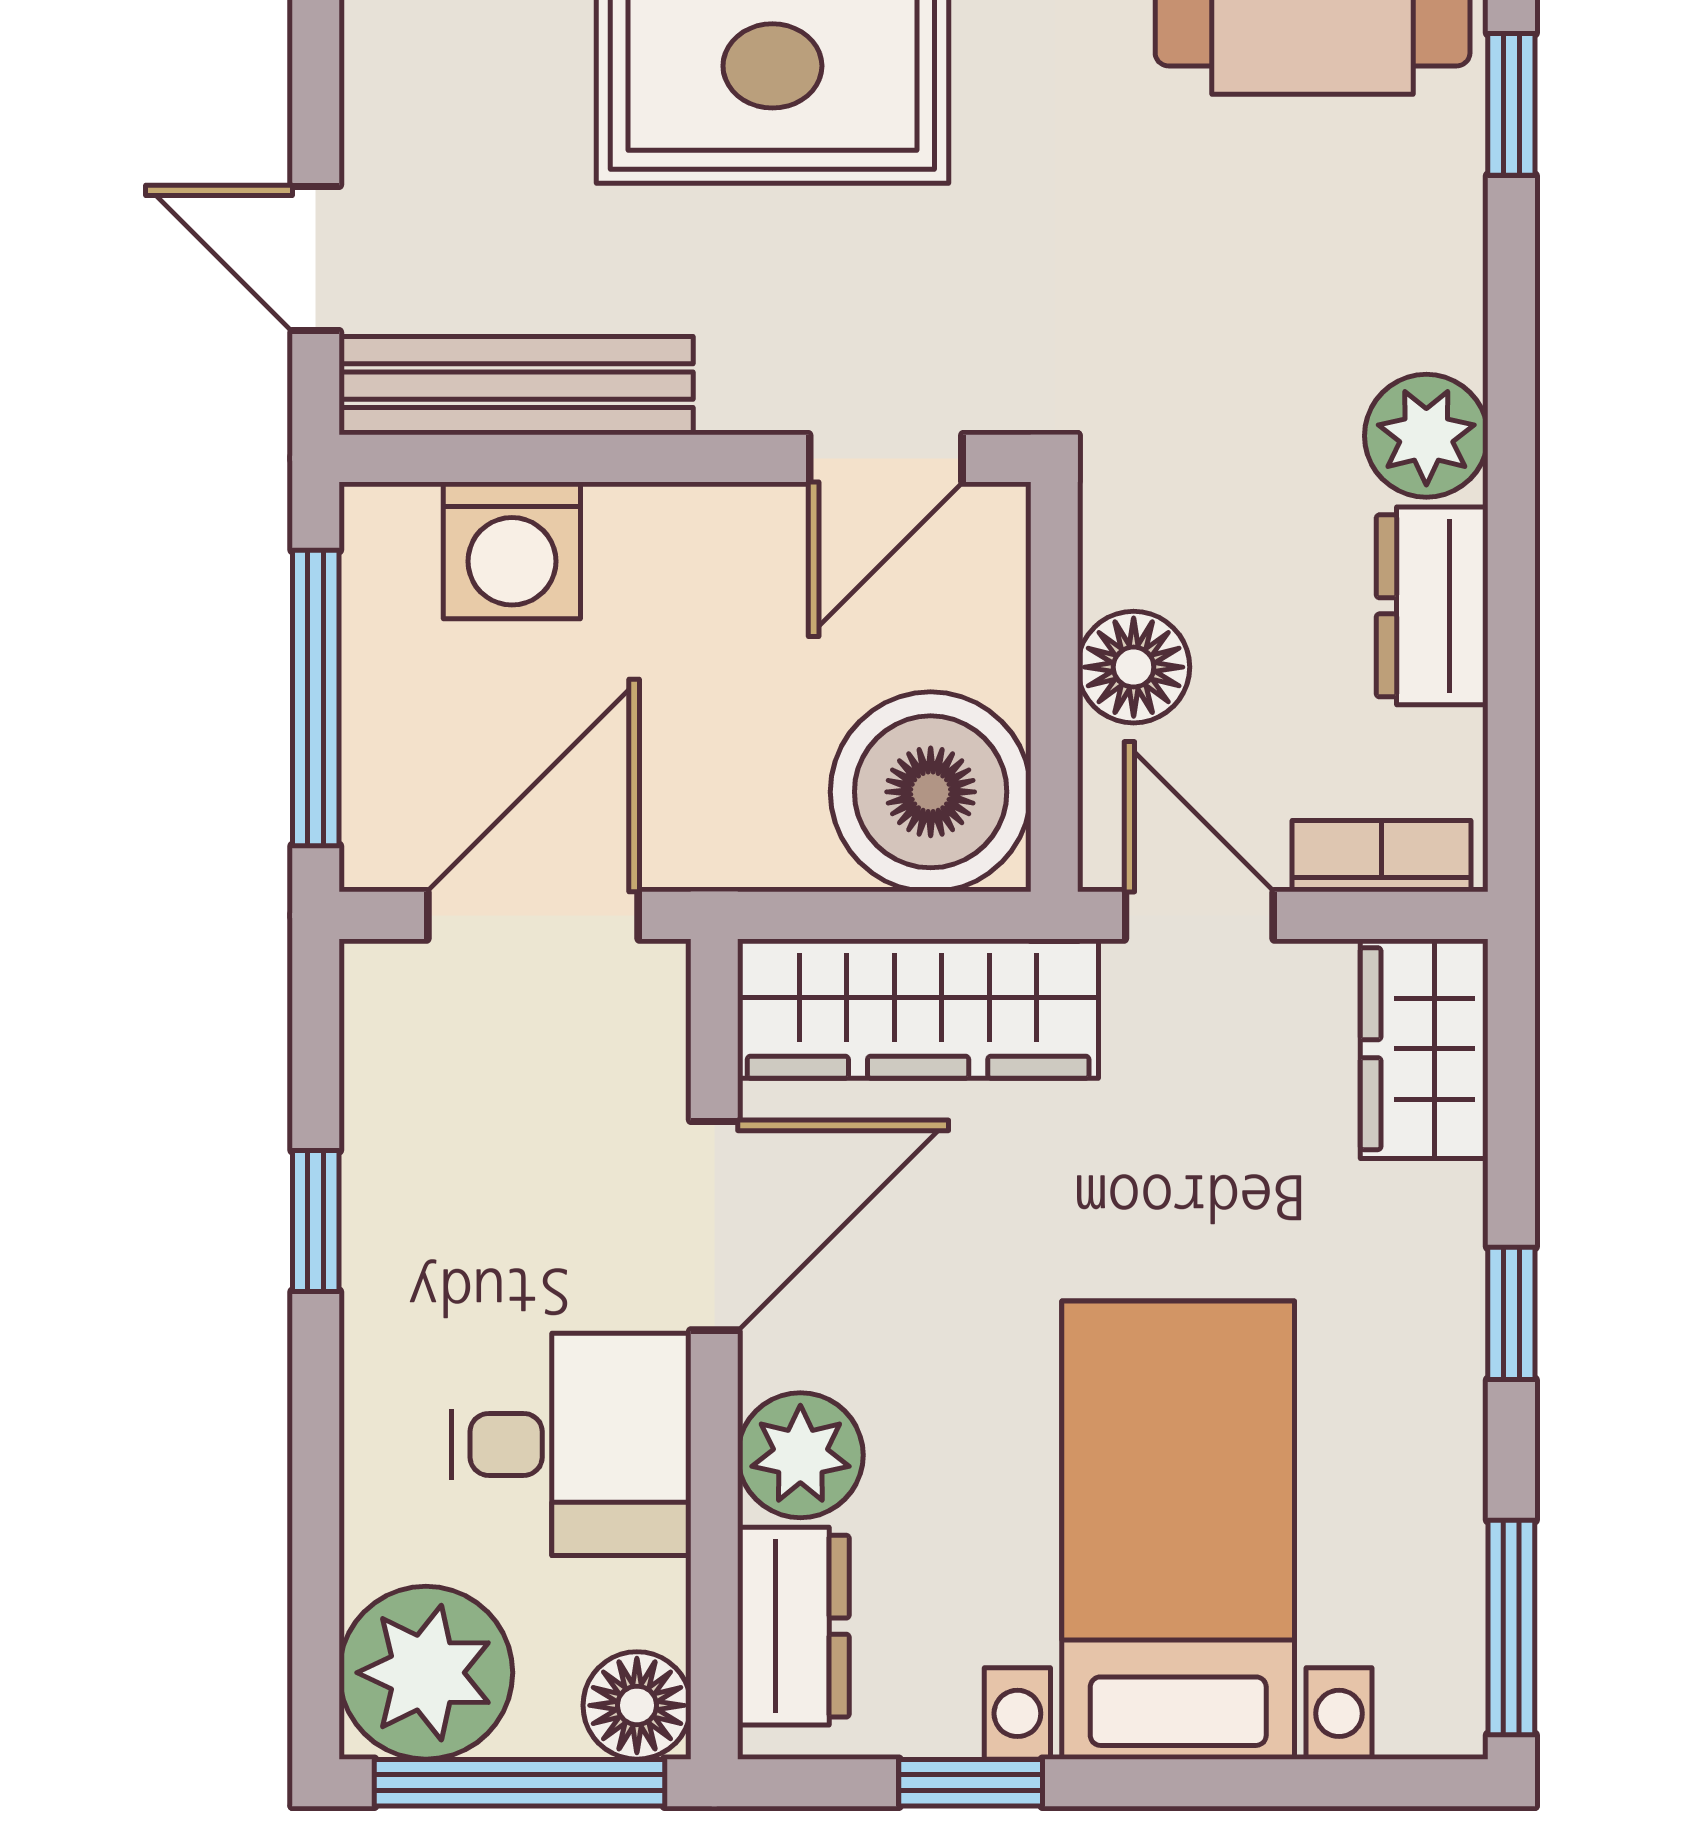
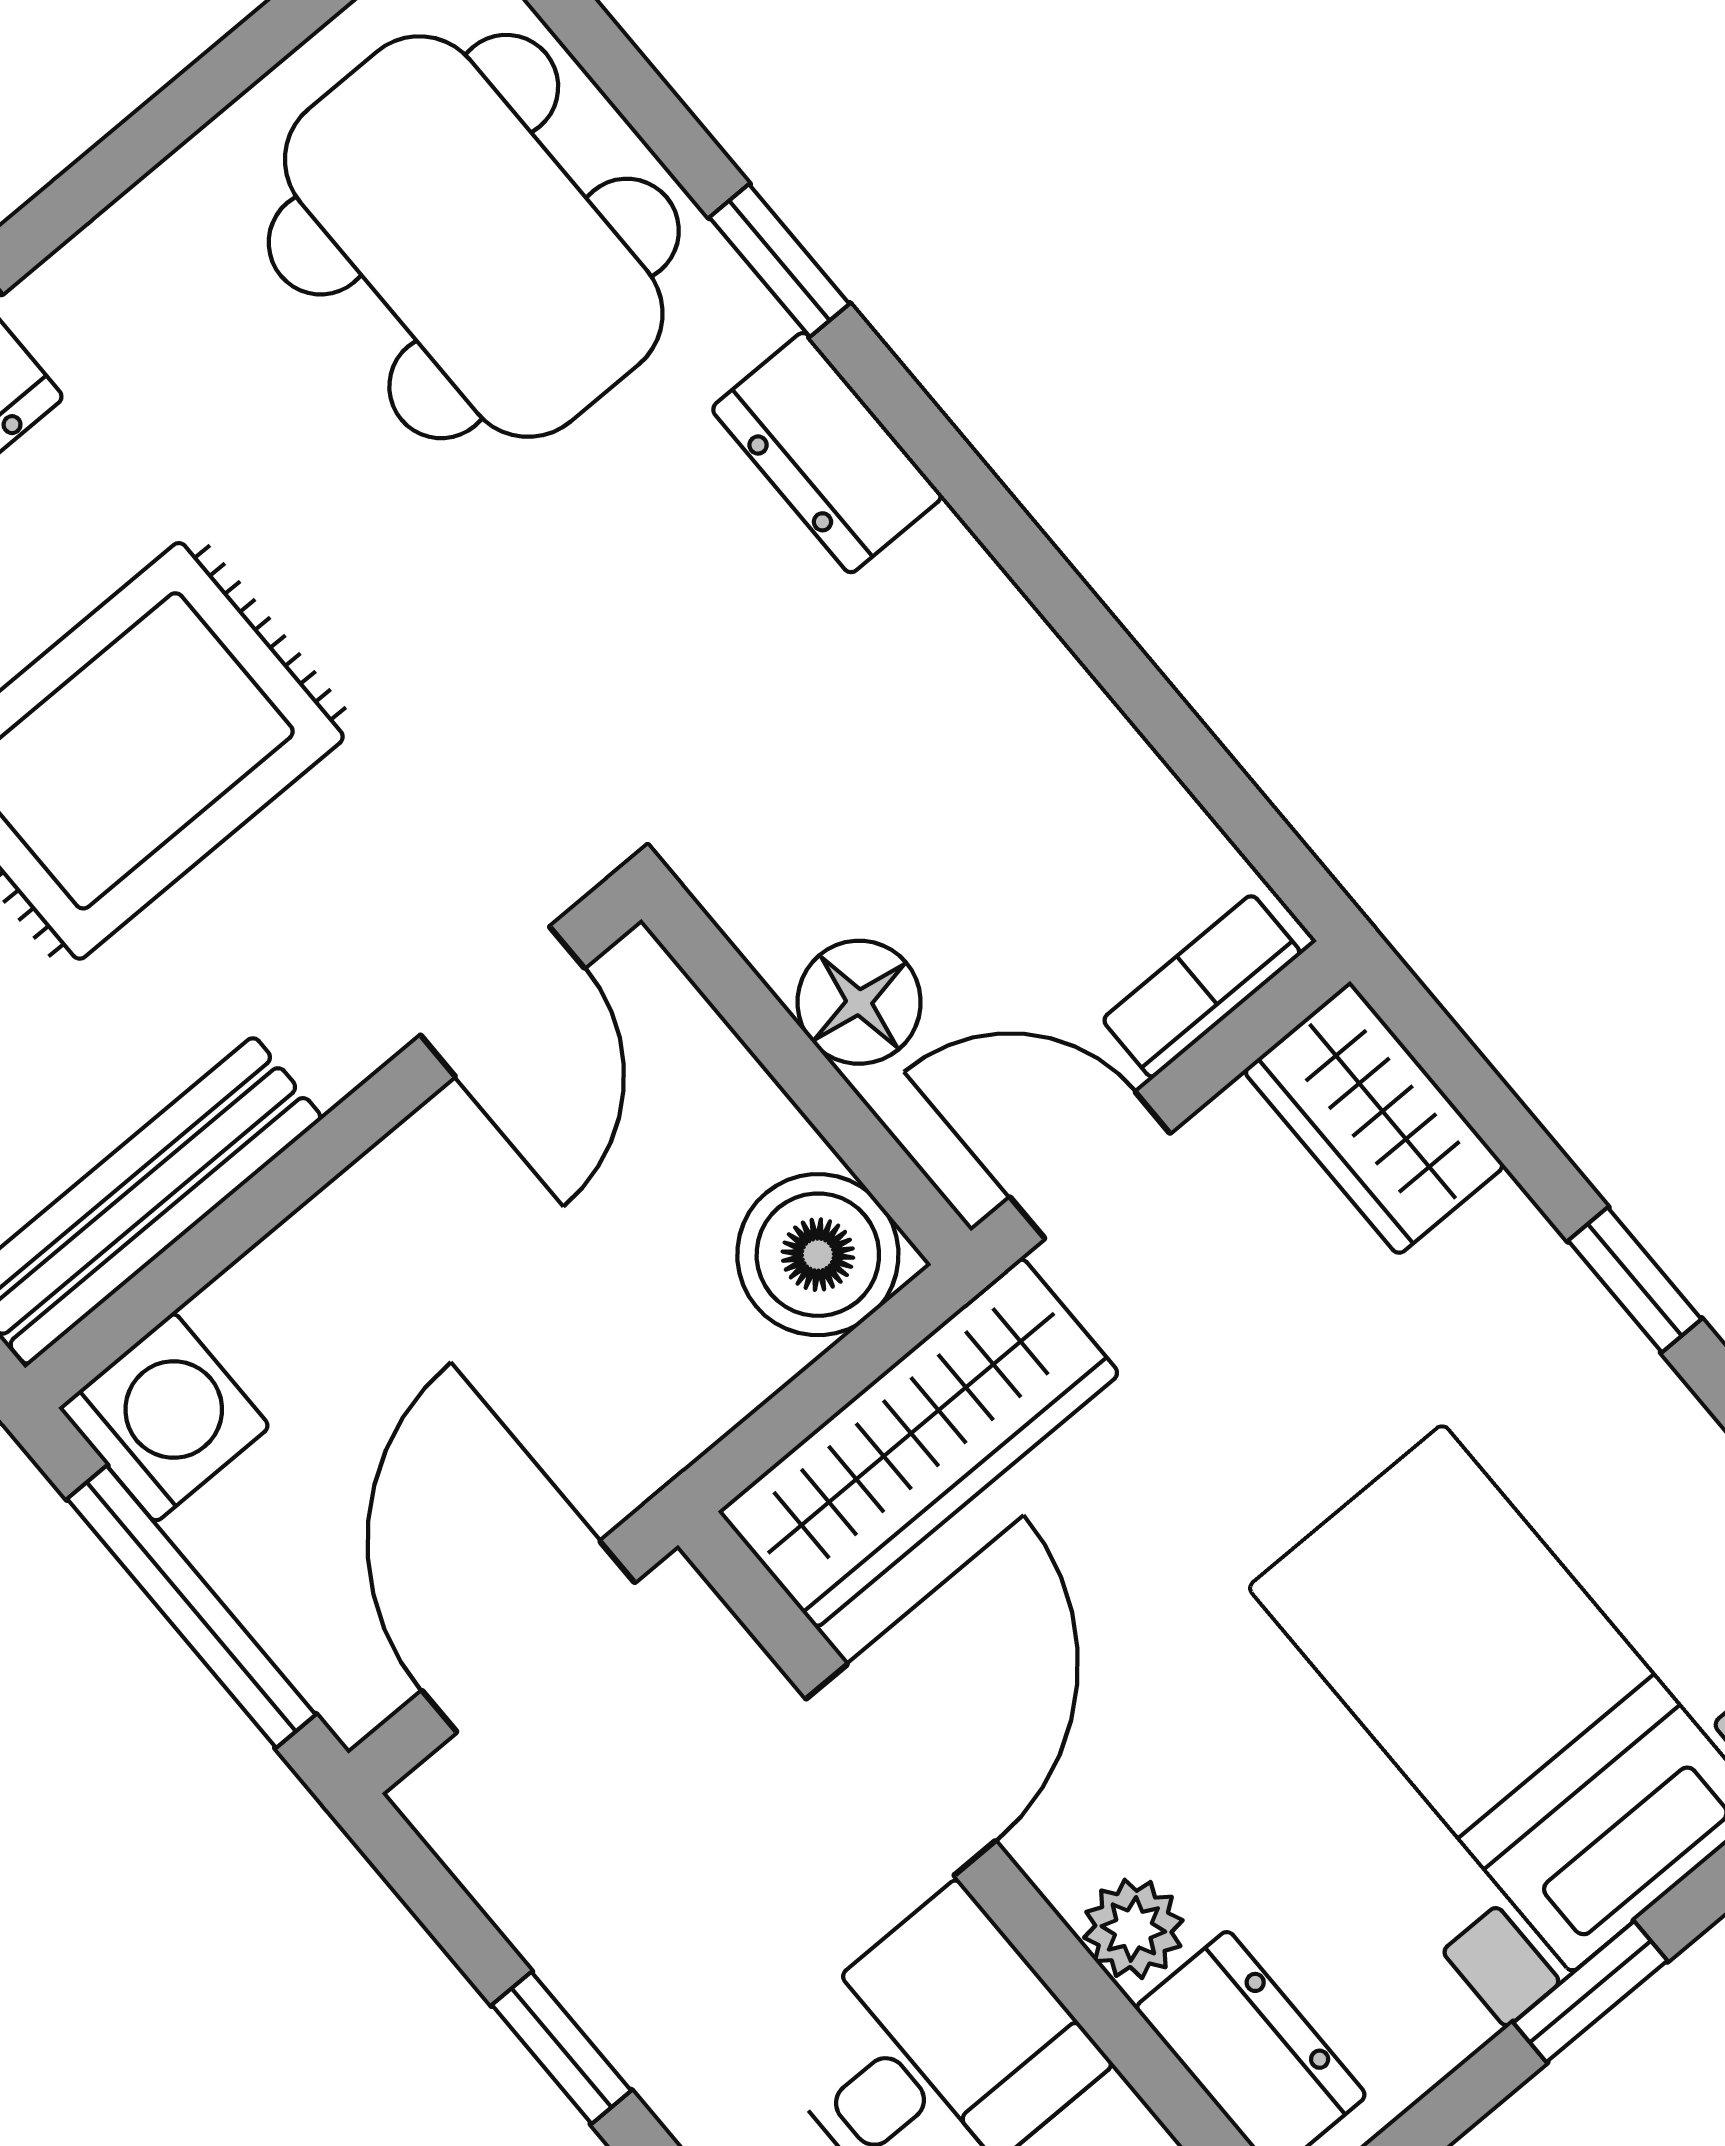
plant: (1426, 436) -> (942, 600), removed
washing machine: (512, 550) -> (164, 1417), moved, turned -90
dresser: (1432, 606) -> (827, 453), moved
boiler: (931, 792) -> (818, 1255), width x0.73, depth x0.73
plant: (800, 1455) -> (1133, 1929), width x0.73, depth x0.73
window: (971, 1783) -> (1590, 1992), moved

